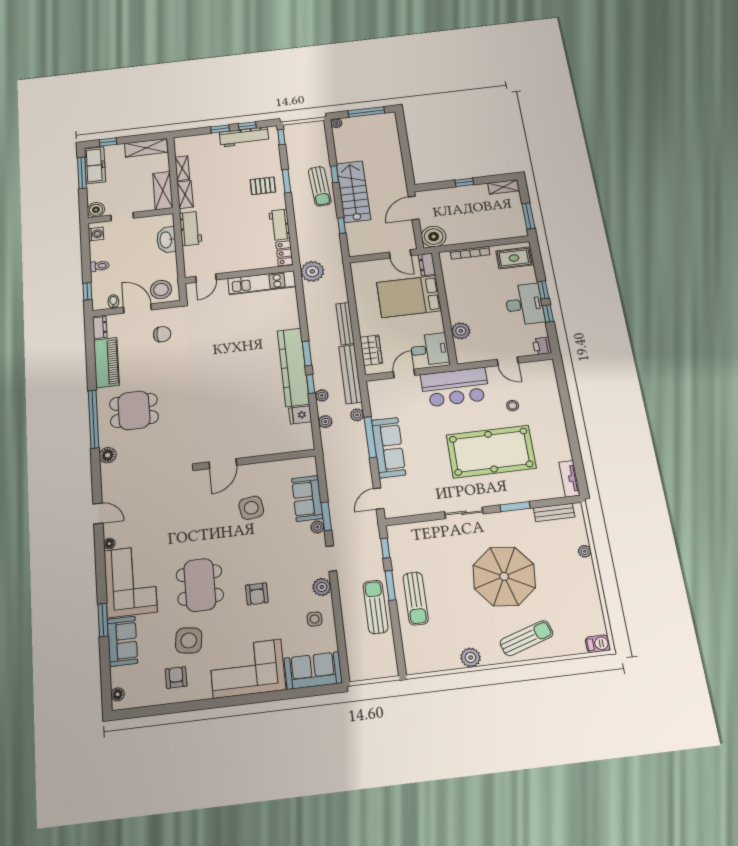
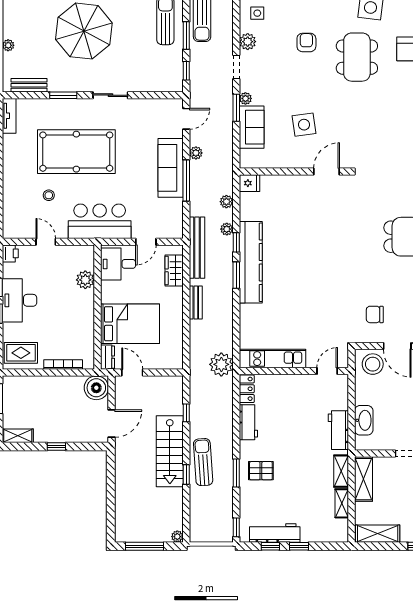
bench: (345, 324) -> (196, 302), width x0.73
fridge: (300, 415) -> (249, 183), moved
plant: (357, 415) -> (196, 153), moved

